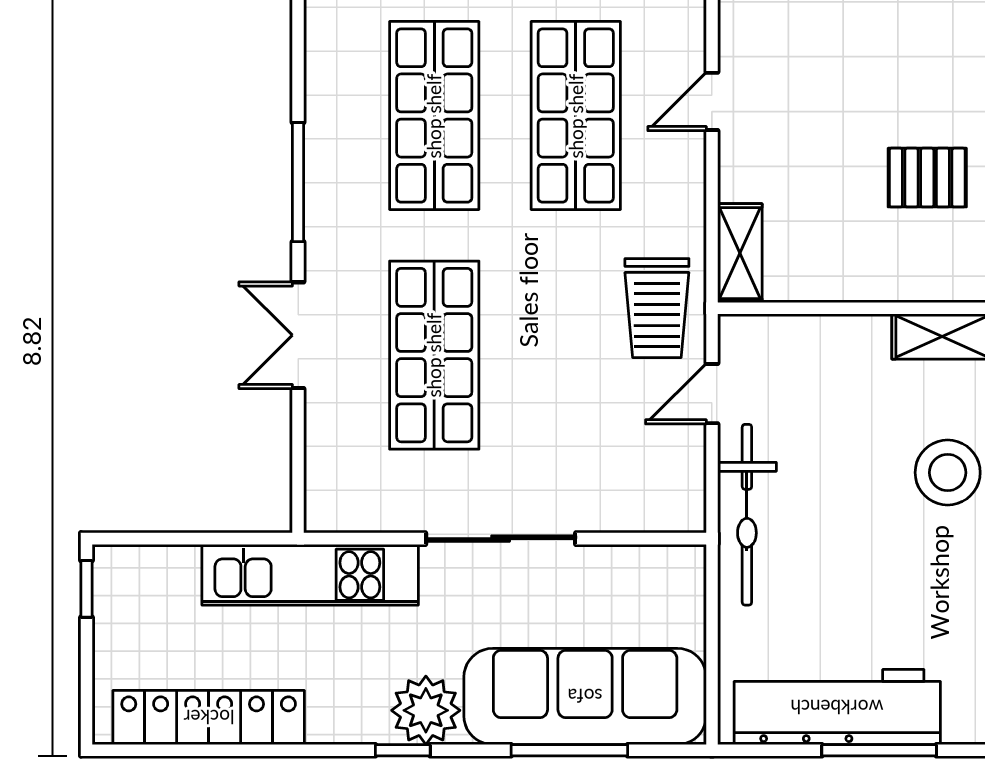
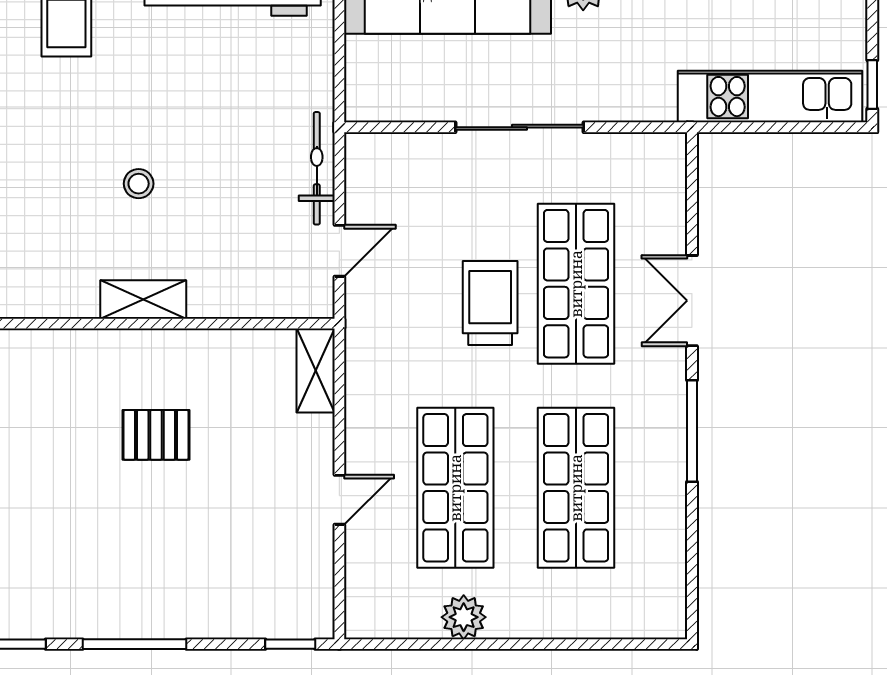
trolley: (657, 308) -> (490, 303), moved
double door: (298, 335) -> (692, 301), swing flipped
stool: (948, 473) -> (139, 184), width x0.53, depth x0.53
bicycle: (747, 515) -> (317, 168), width x0.73, depth x0.71
kitchen unit: (310, 575) -> (770, 97), moved

